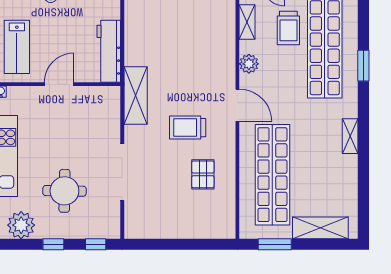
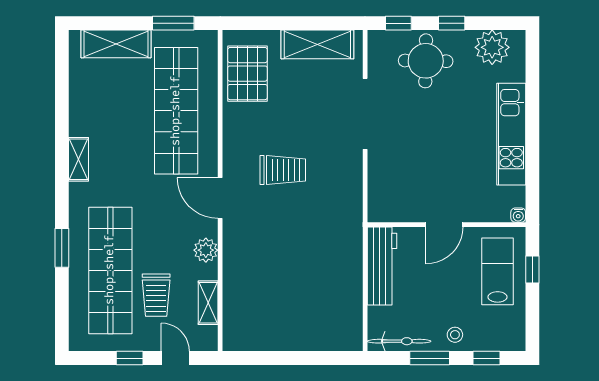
trolley: (288, 28) -> (156, 295), turned 180
shelving: (136, 95) -> (317, 44), moved, turned 90
pallet: (203, 174) -> (247, 74), moved, width x1.50, depth x1.42
round table: (64, 191) -> (426, 61), moved

